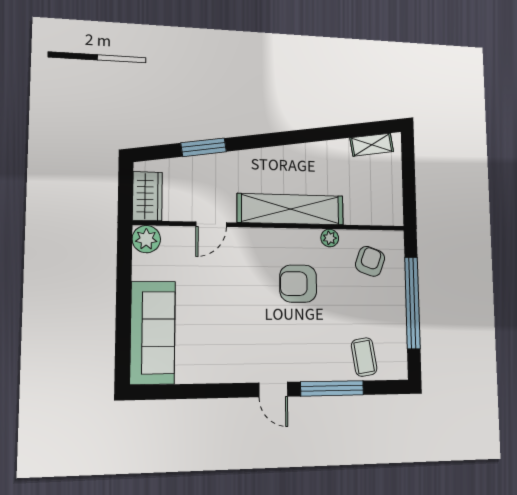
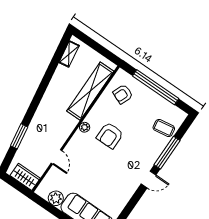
shelving: (291, 209) -> (90, 91), moved
plant: (330, 238) -> (85, 127), moved
plant: (146, 239) -> (56, 198), moved
armchair: (370, 261) -> (123, 94), turned -88

